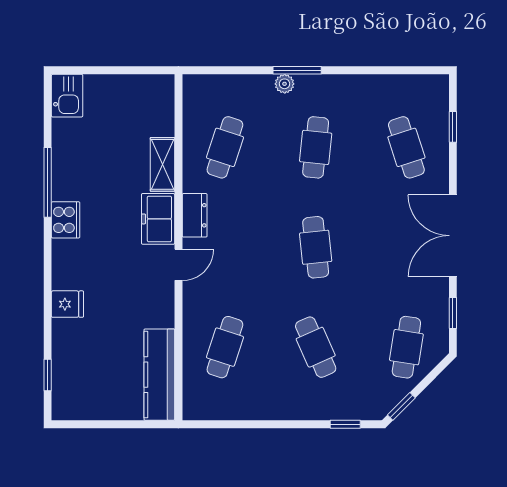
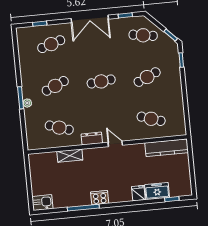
cafe table: (316, 147) -> (55, 86), turned -30
freezer: (158, 219) -> (157, 191), moved, turned 180

